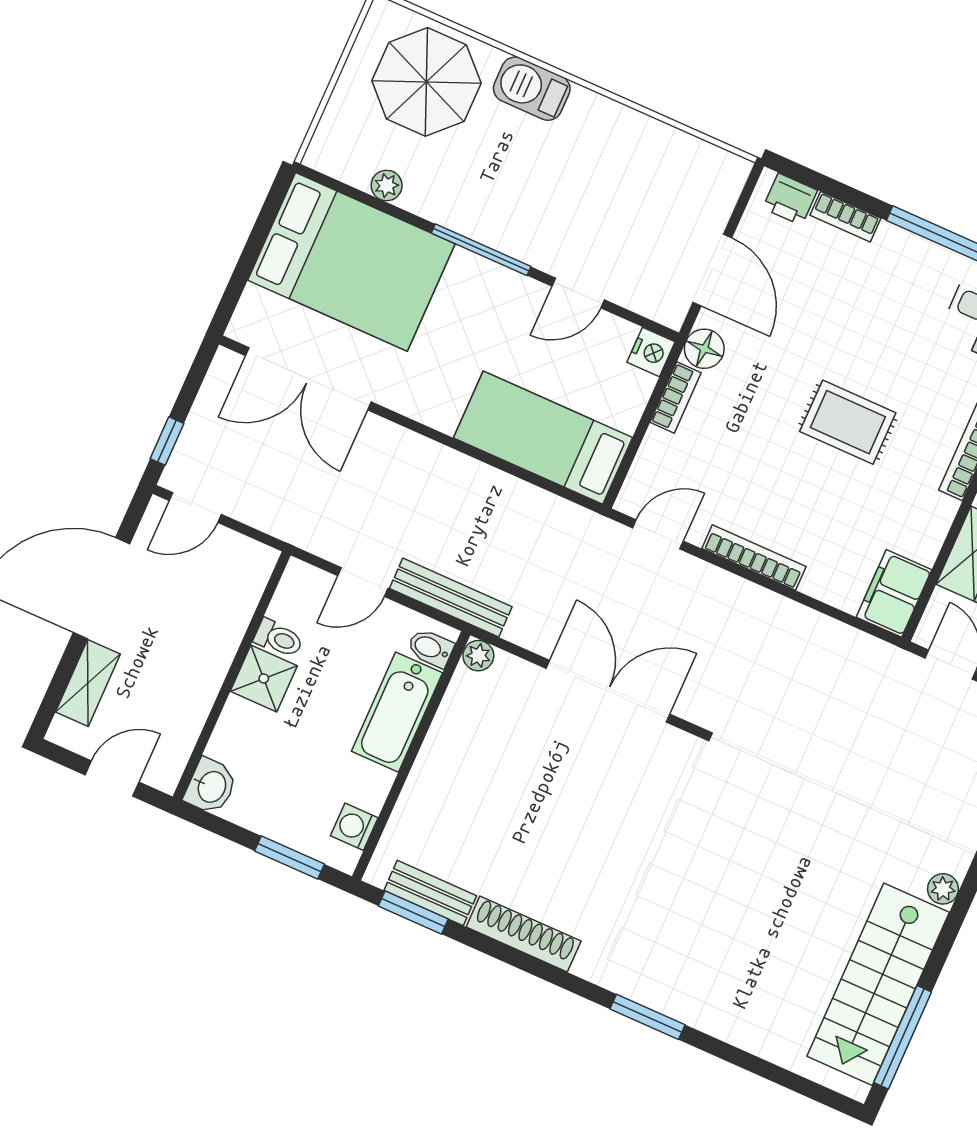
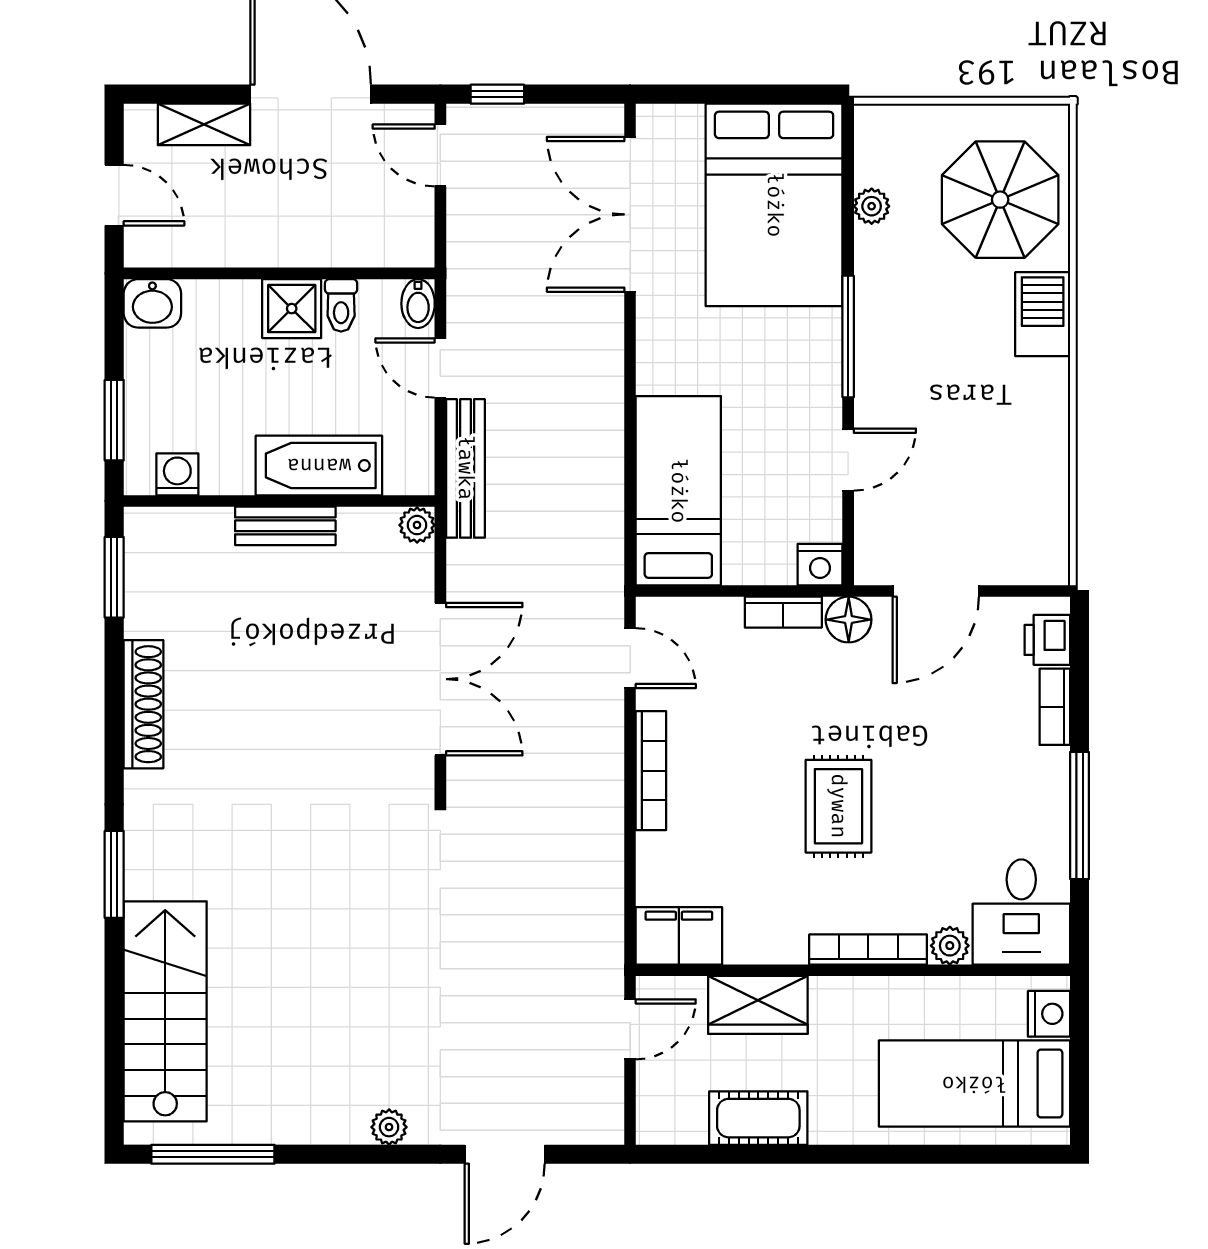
door: (578, 293) -> (848, 460), swing flipped
bidet: (430, 648) -> (418, 304), moved, turned 180
bench: (430, 893) -> (285, 526), moved, turned 90
stairs: (878, 984) -> (165, 1011), moved, turned 90

